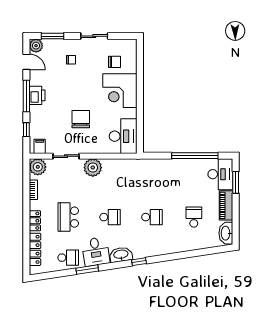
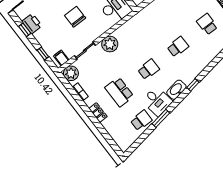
window: (26, 96) -> (25, 30), width x0.46
locker: (35, 249) -> (114, 132), removed

